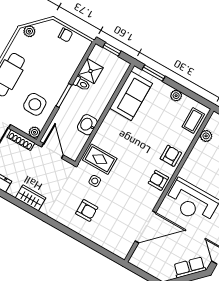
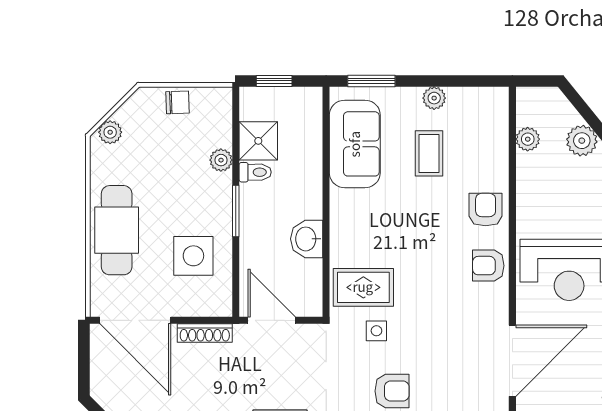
coffee table: (193, 120) -> (429, 153), moved
plant: (34, 132) -> (221, 160), moved

